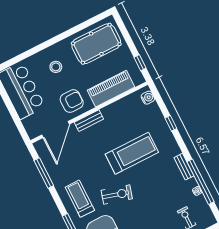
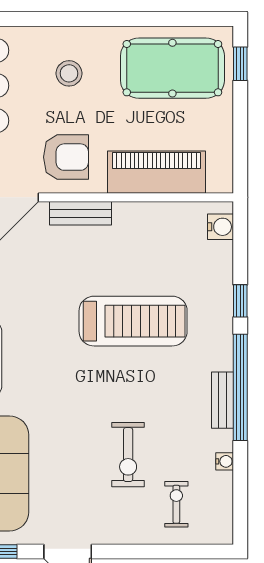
window: (140, 63) -> (240, 64), moved
window: (200, 182) -> (240, 387), moved
exercise bike: (117, 195) -> (128, 455), moved, turned 74

